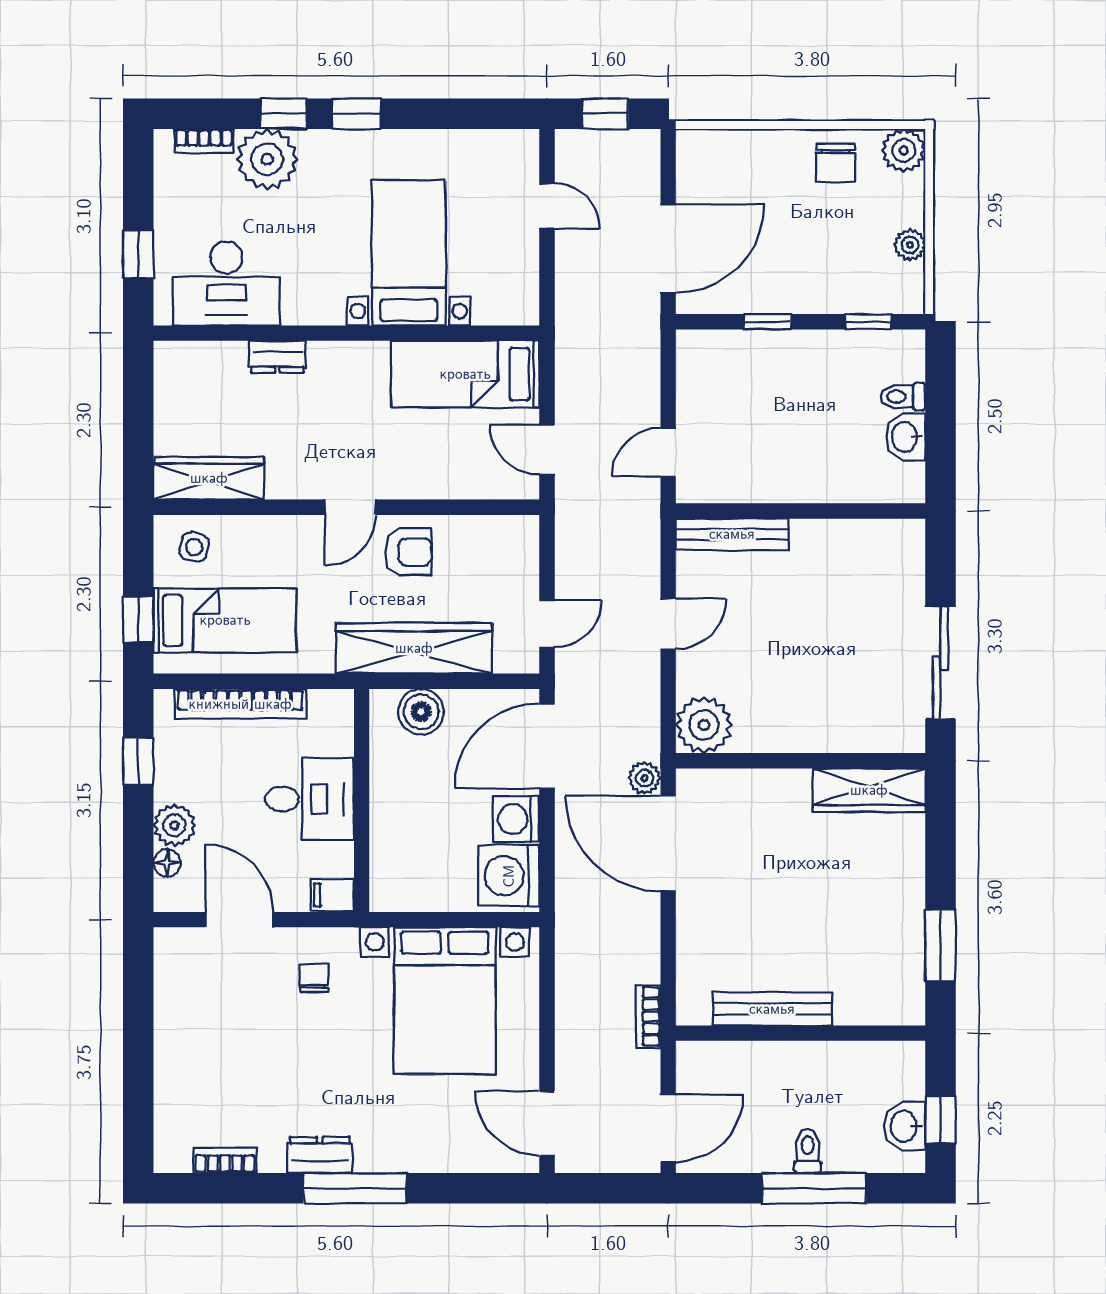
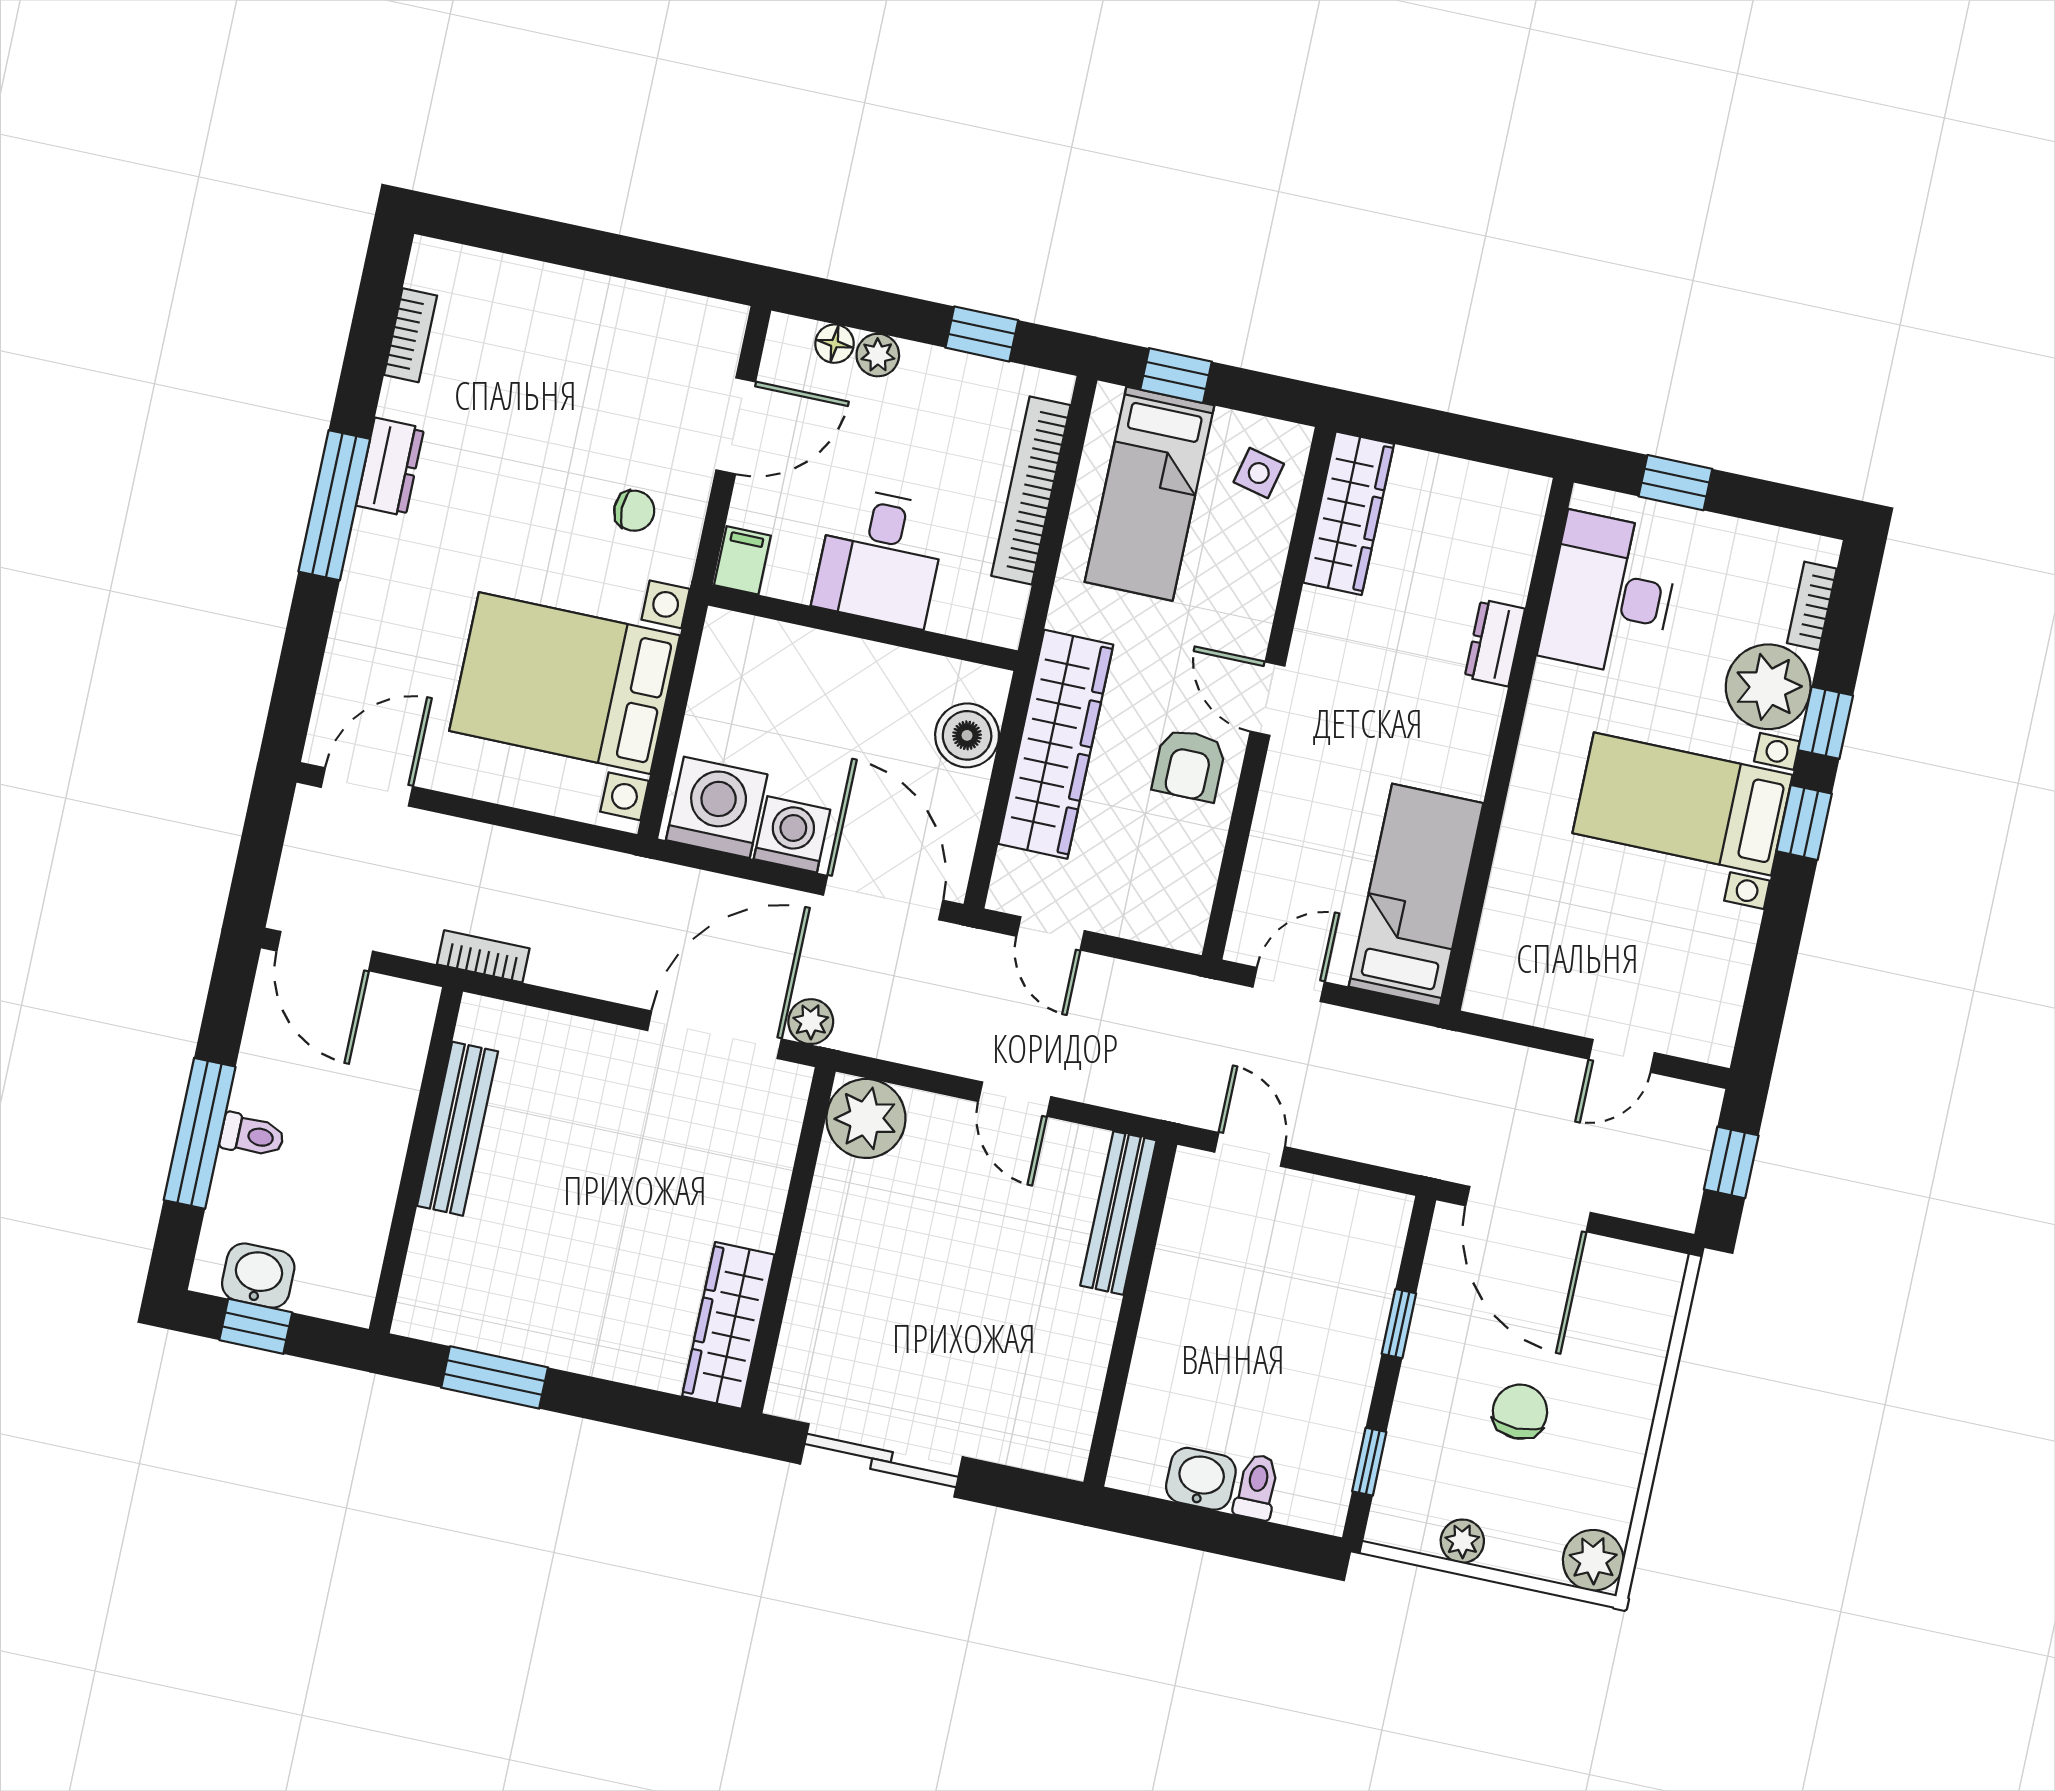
chair: (836, 163) -> (1520, 1412), moved, turned 90
bed with nightstands: (409, 253) -> (1682, 804), moved, turned 180
plant: (174, 825) -> (878, 355), width x0.73, depth x0.73

